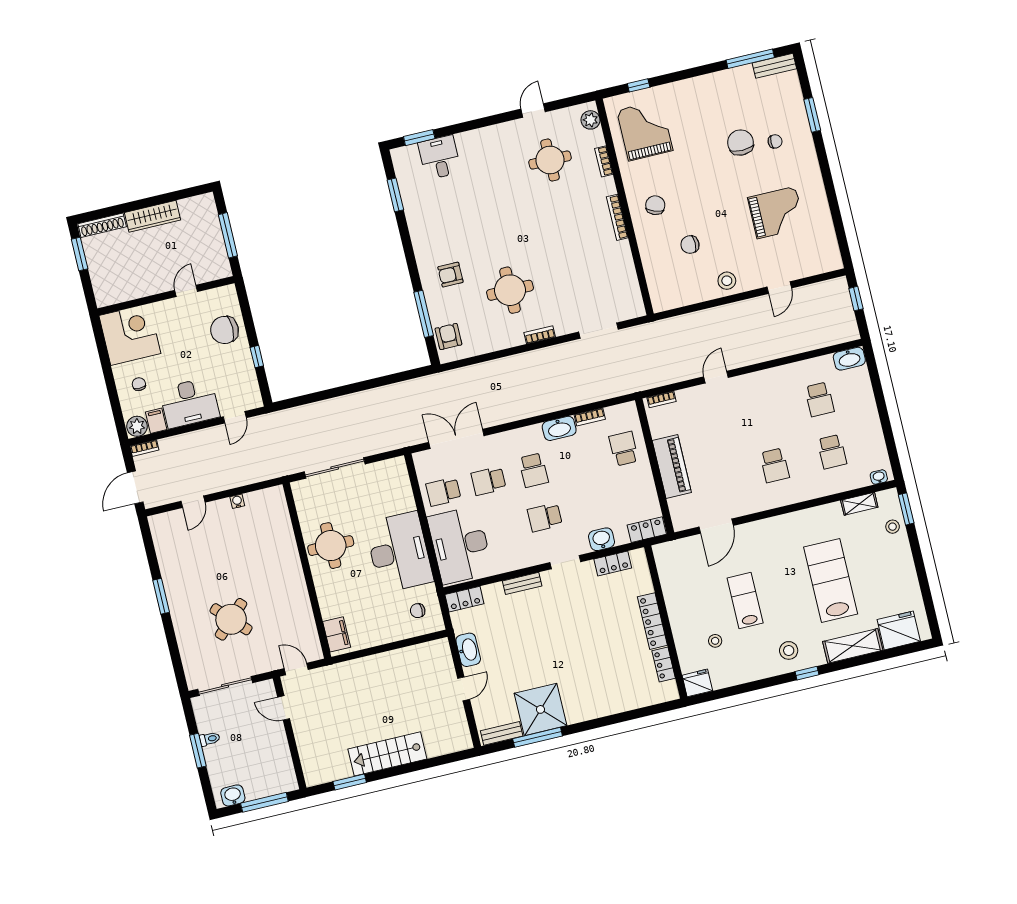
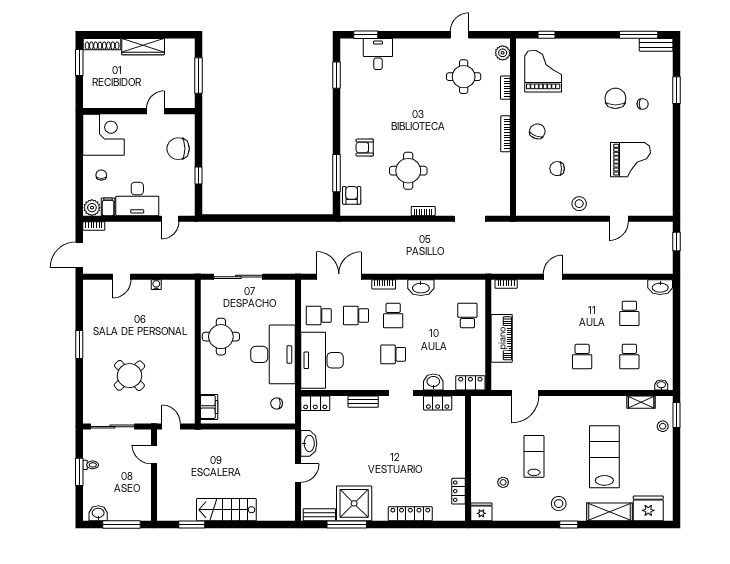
bookcase: (590, 417) -> (384, 284), moved
locker: (652, 621) -> (410, 514), moved, turned 90

